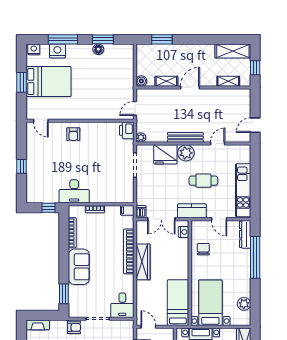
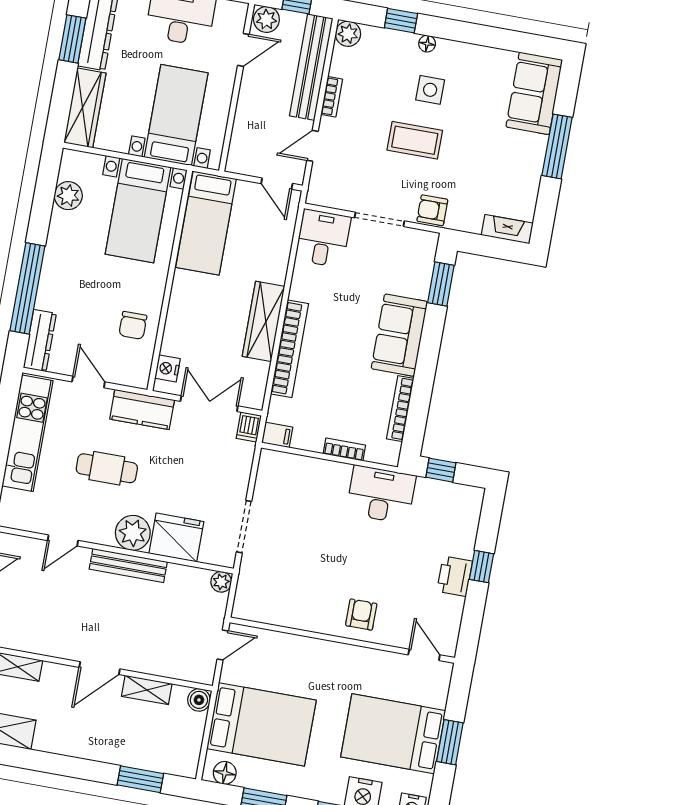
floor lamp: (98, 49) -> (225, 773), moved
bed: (110, 75) -> (261, 724), added
printer: (127, 130) -> (455, 576), moved, turned 180

